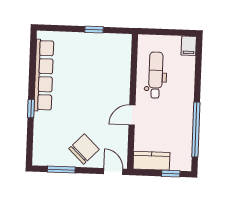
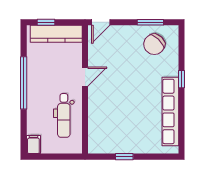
window: (196, 129) -> (24, 83), moved
chair: (84, 149) -> (154, 44), moved
kitchen counter: (151, 161) -> (56, 34), width x1.50
door: (113, 171) -> (101, 22), hinge flipped

